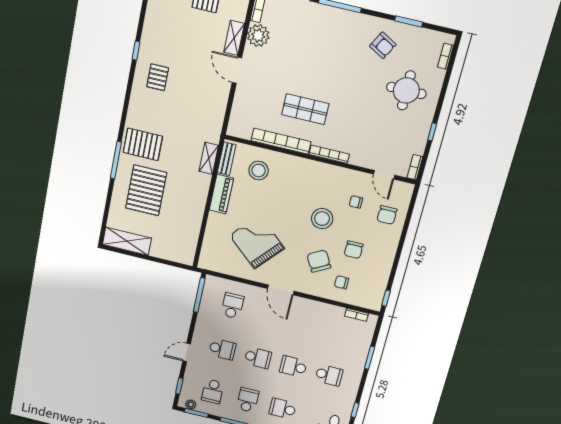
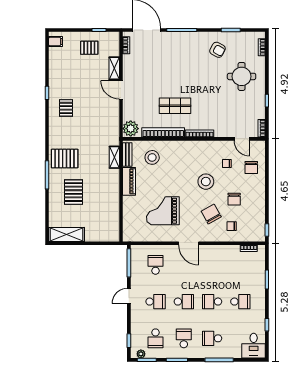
plant: (258, 36) -> (131, 129), moved
pallet: (146, 190) -> (74, 192), width x0.73, depth x0.71
grand piano: (257, 242) -> (163, 211), turned -41
door: (187, 352) -> (129, 296), moved

